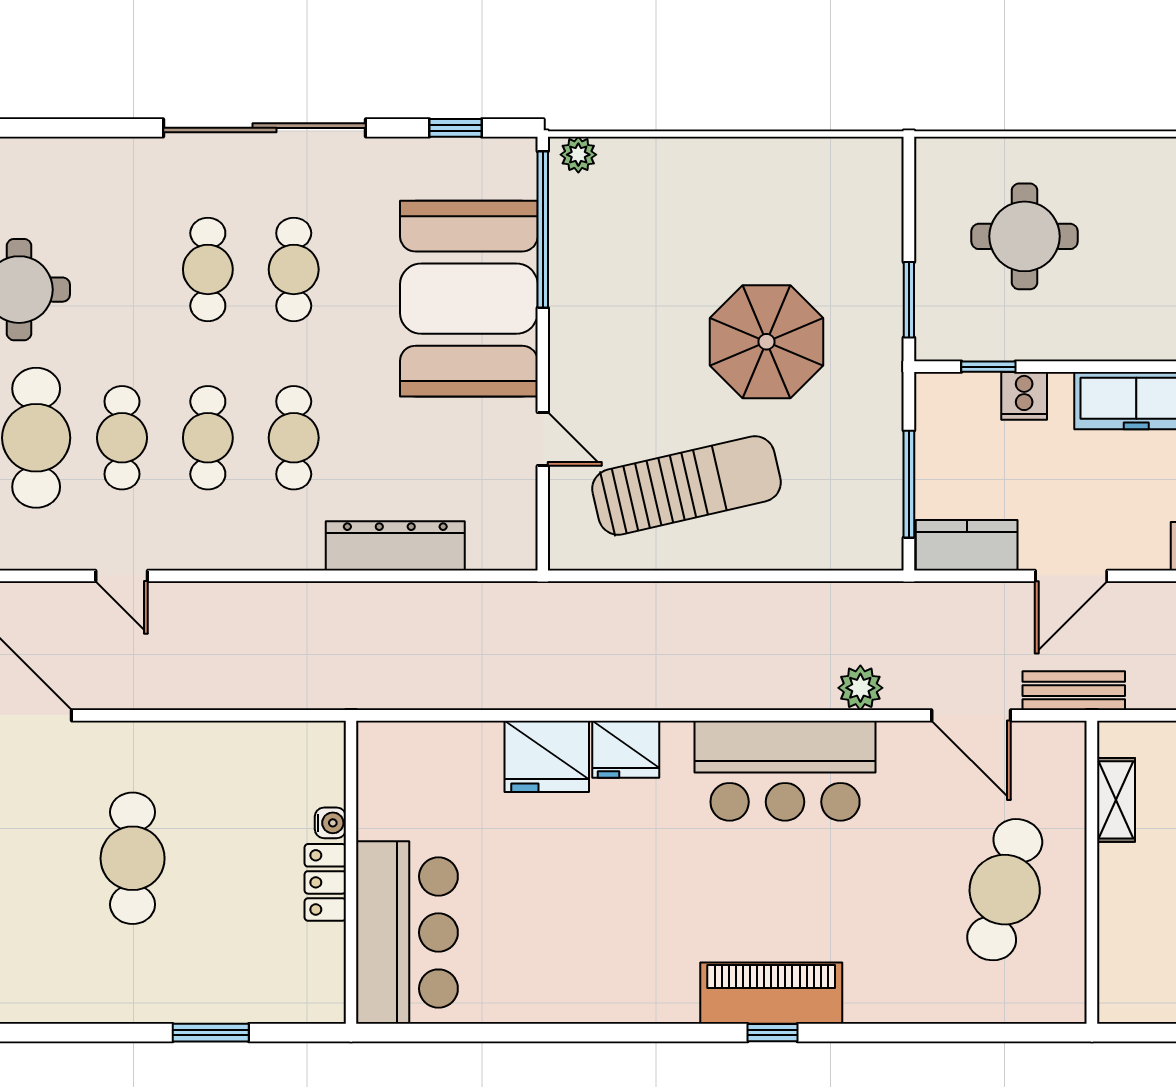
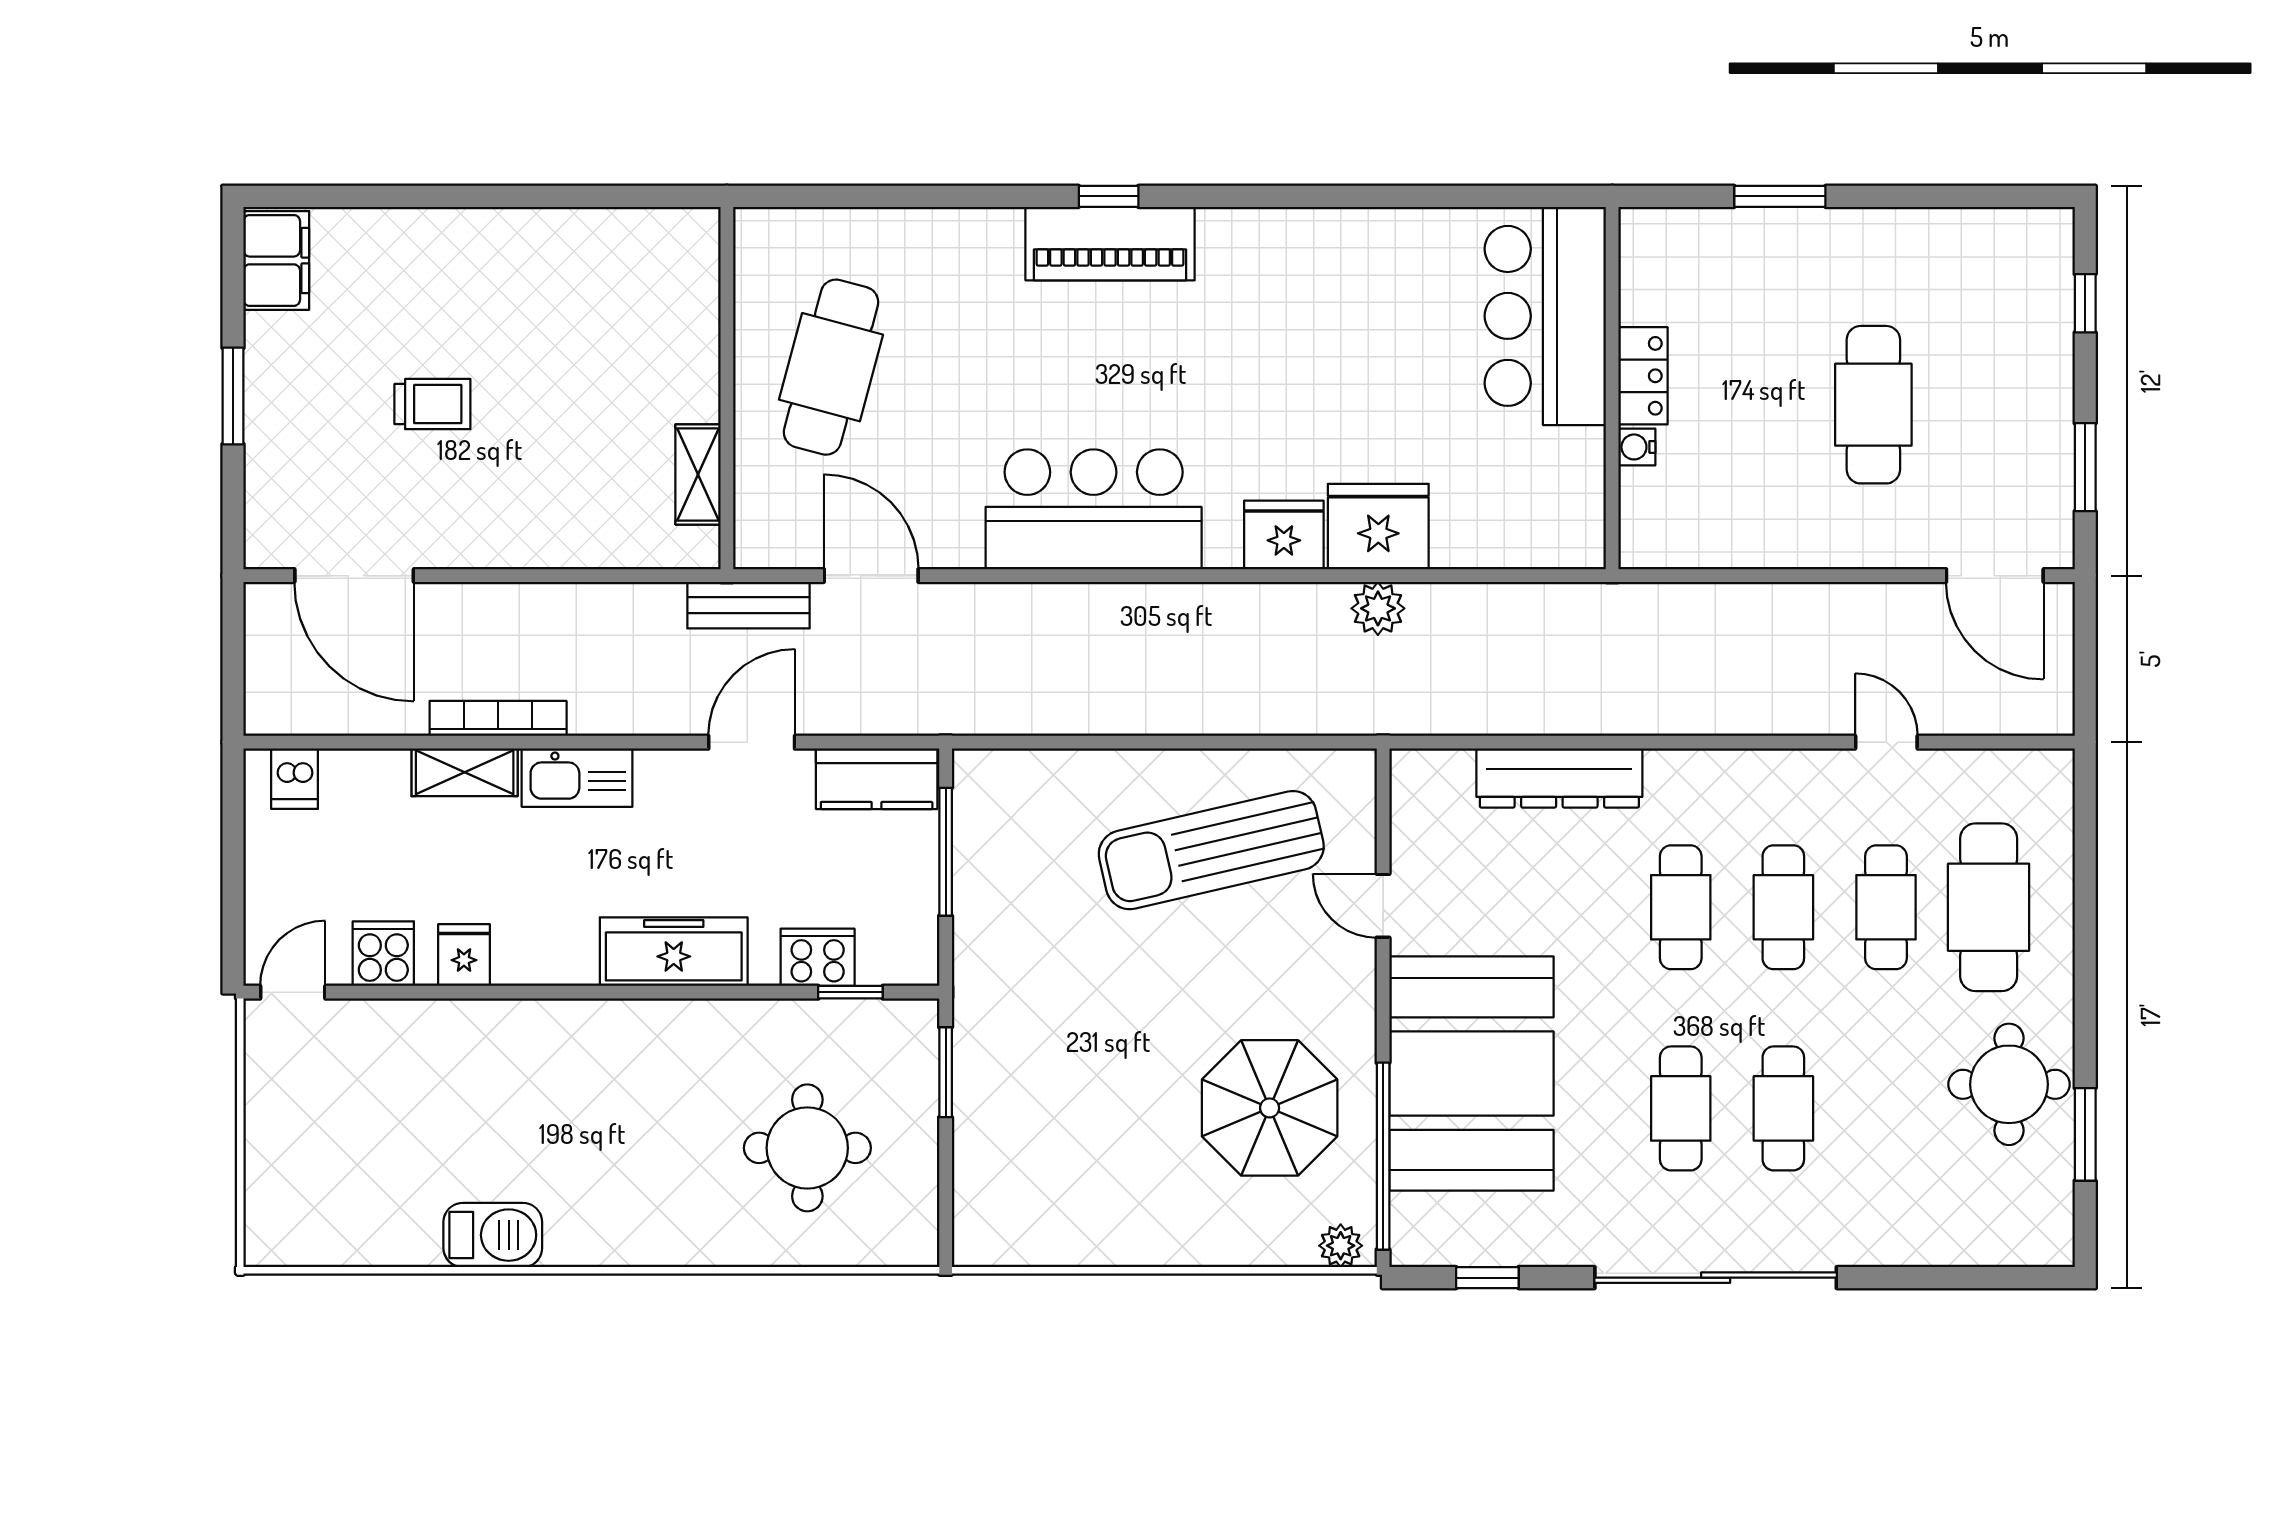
parasol: (767, 342) -> (1270, 1108), moved
cooker: (1024, 396) -> (818, 957), width x1.36
plant: (860, 688) -> (1378, 608), moved

